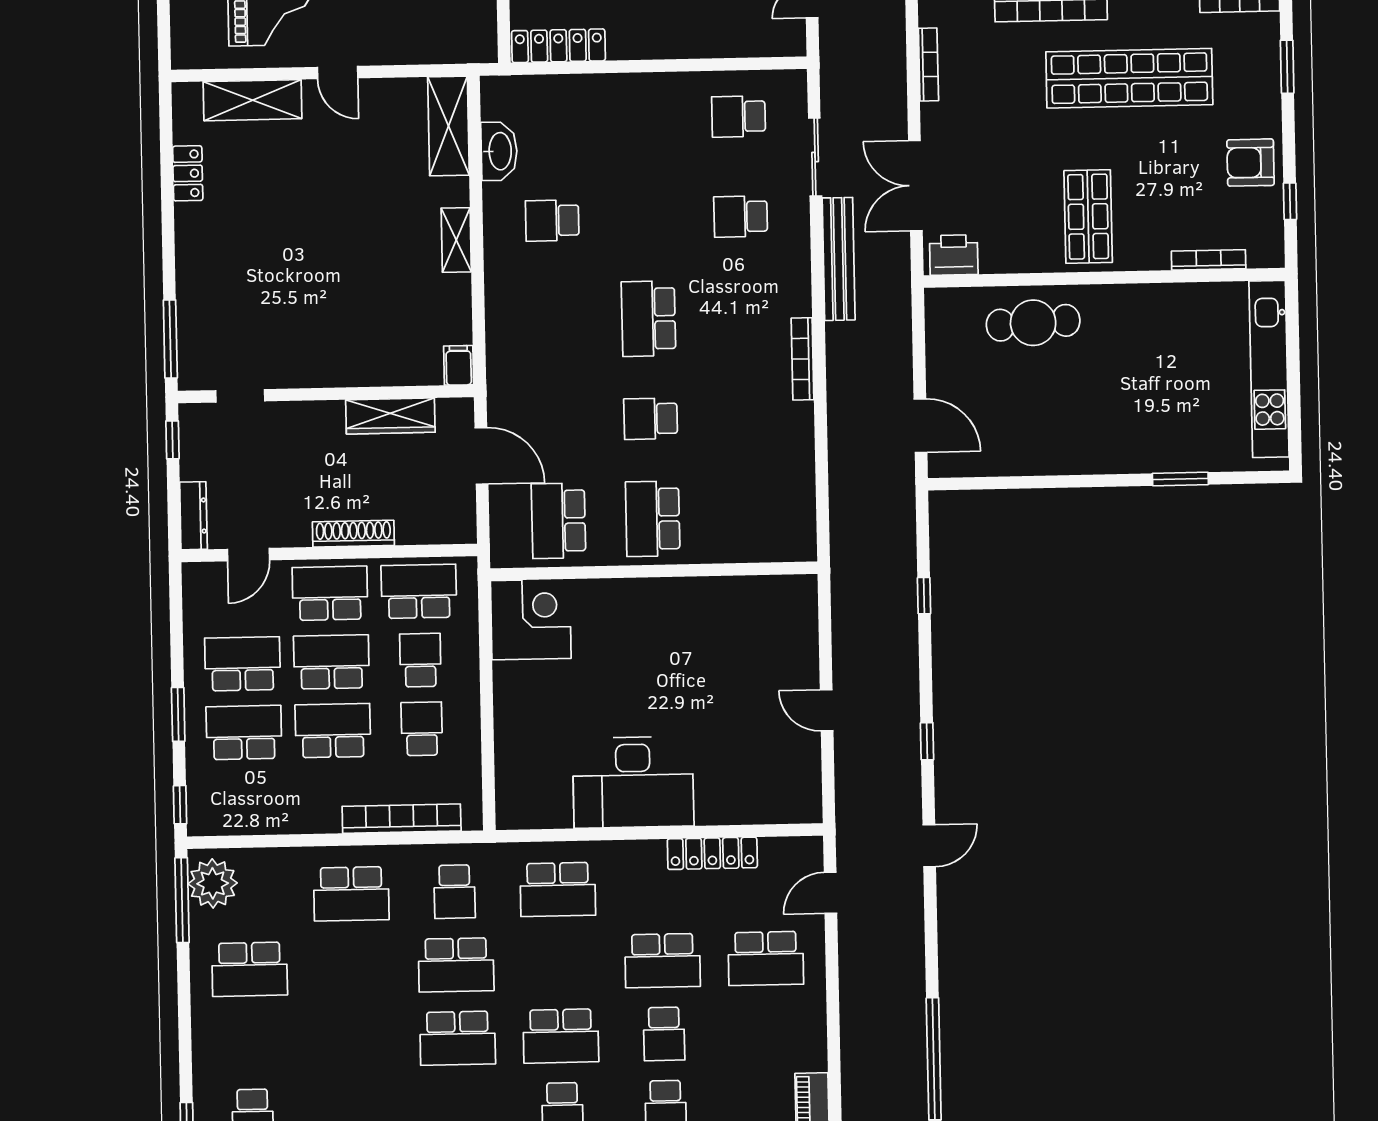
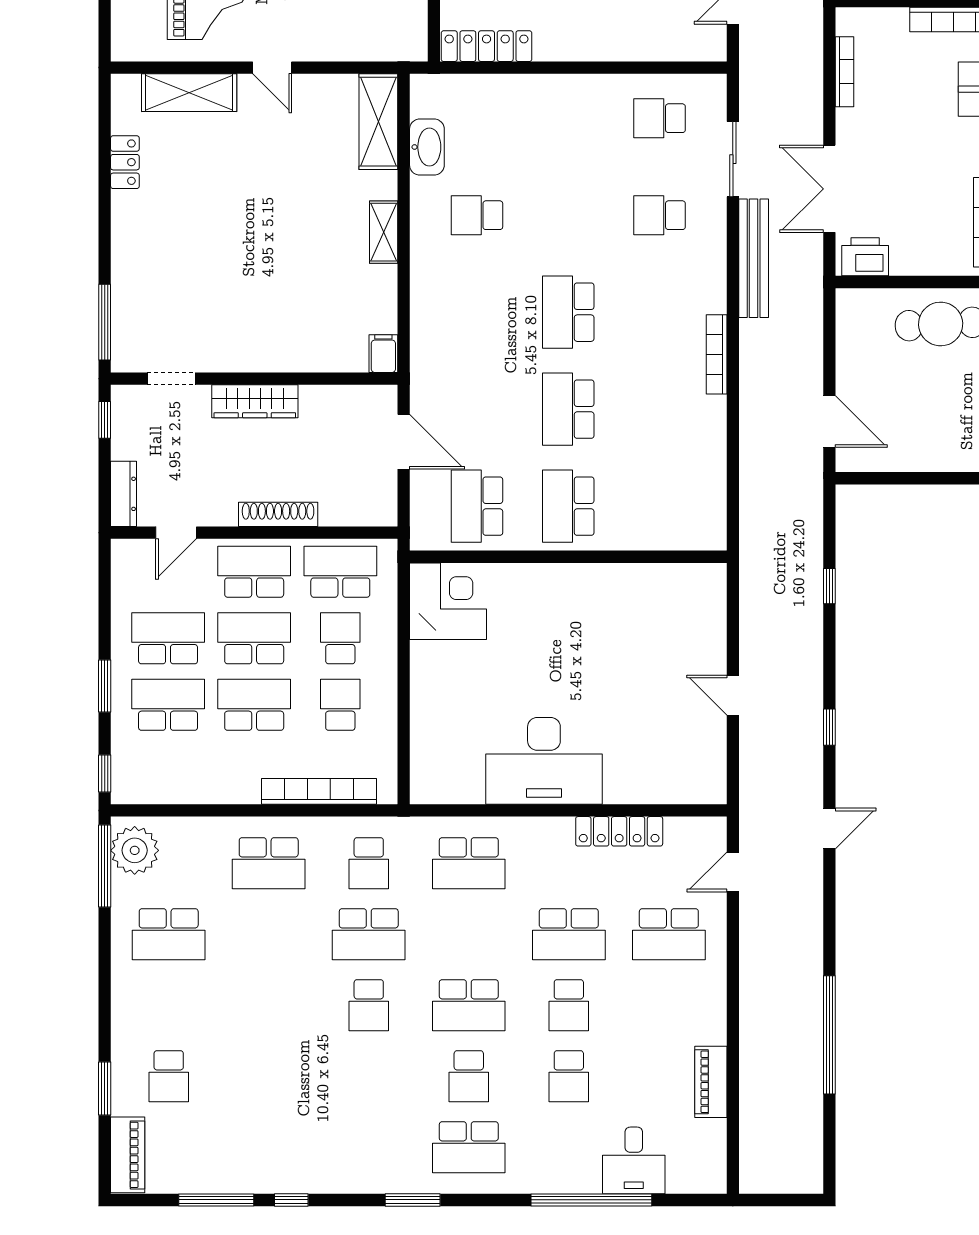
wardrobe: (390, 416) -> (255, 401), moved
school desk: (651, 419) -> (568, 409), width x1.85
school desk: (458, 1038) -> (369, 1005), width x0.54

